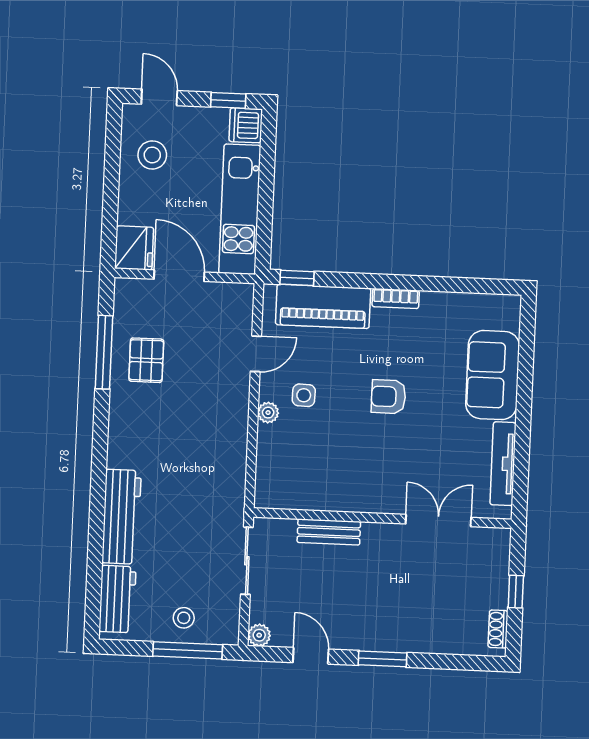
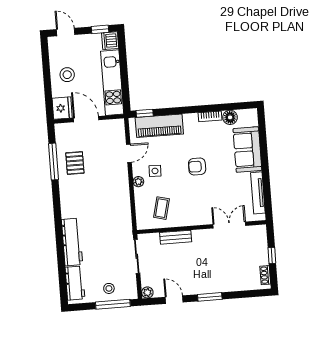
stool: (152, 155) -> (67, 75), moved
bookcase: (396, 299) -> (210, 116), moved
floor lamp: (466, 307) -> (230, 117), added
coffee table: (308, 471) -> (161, 208), added

